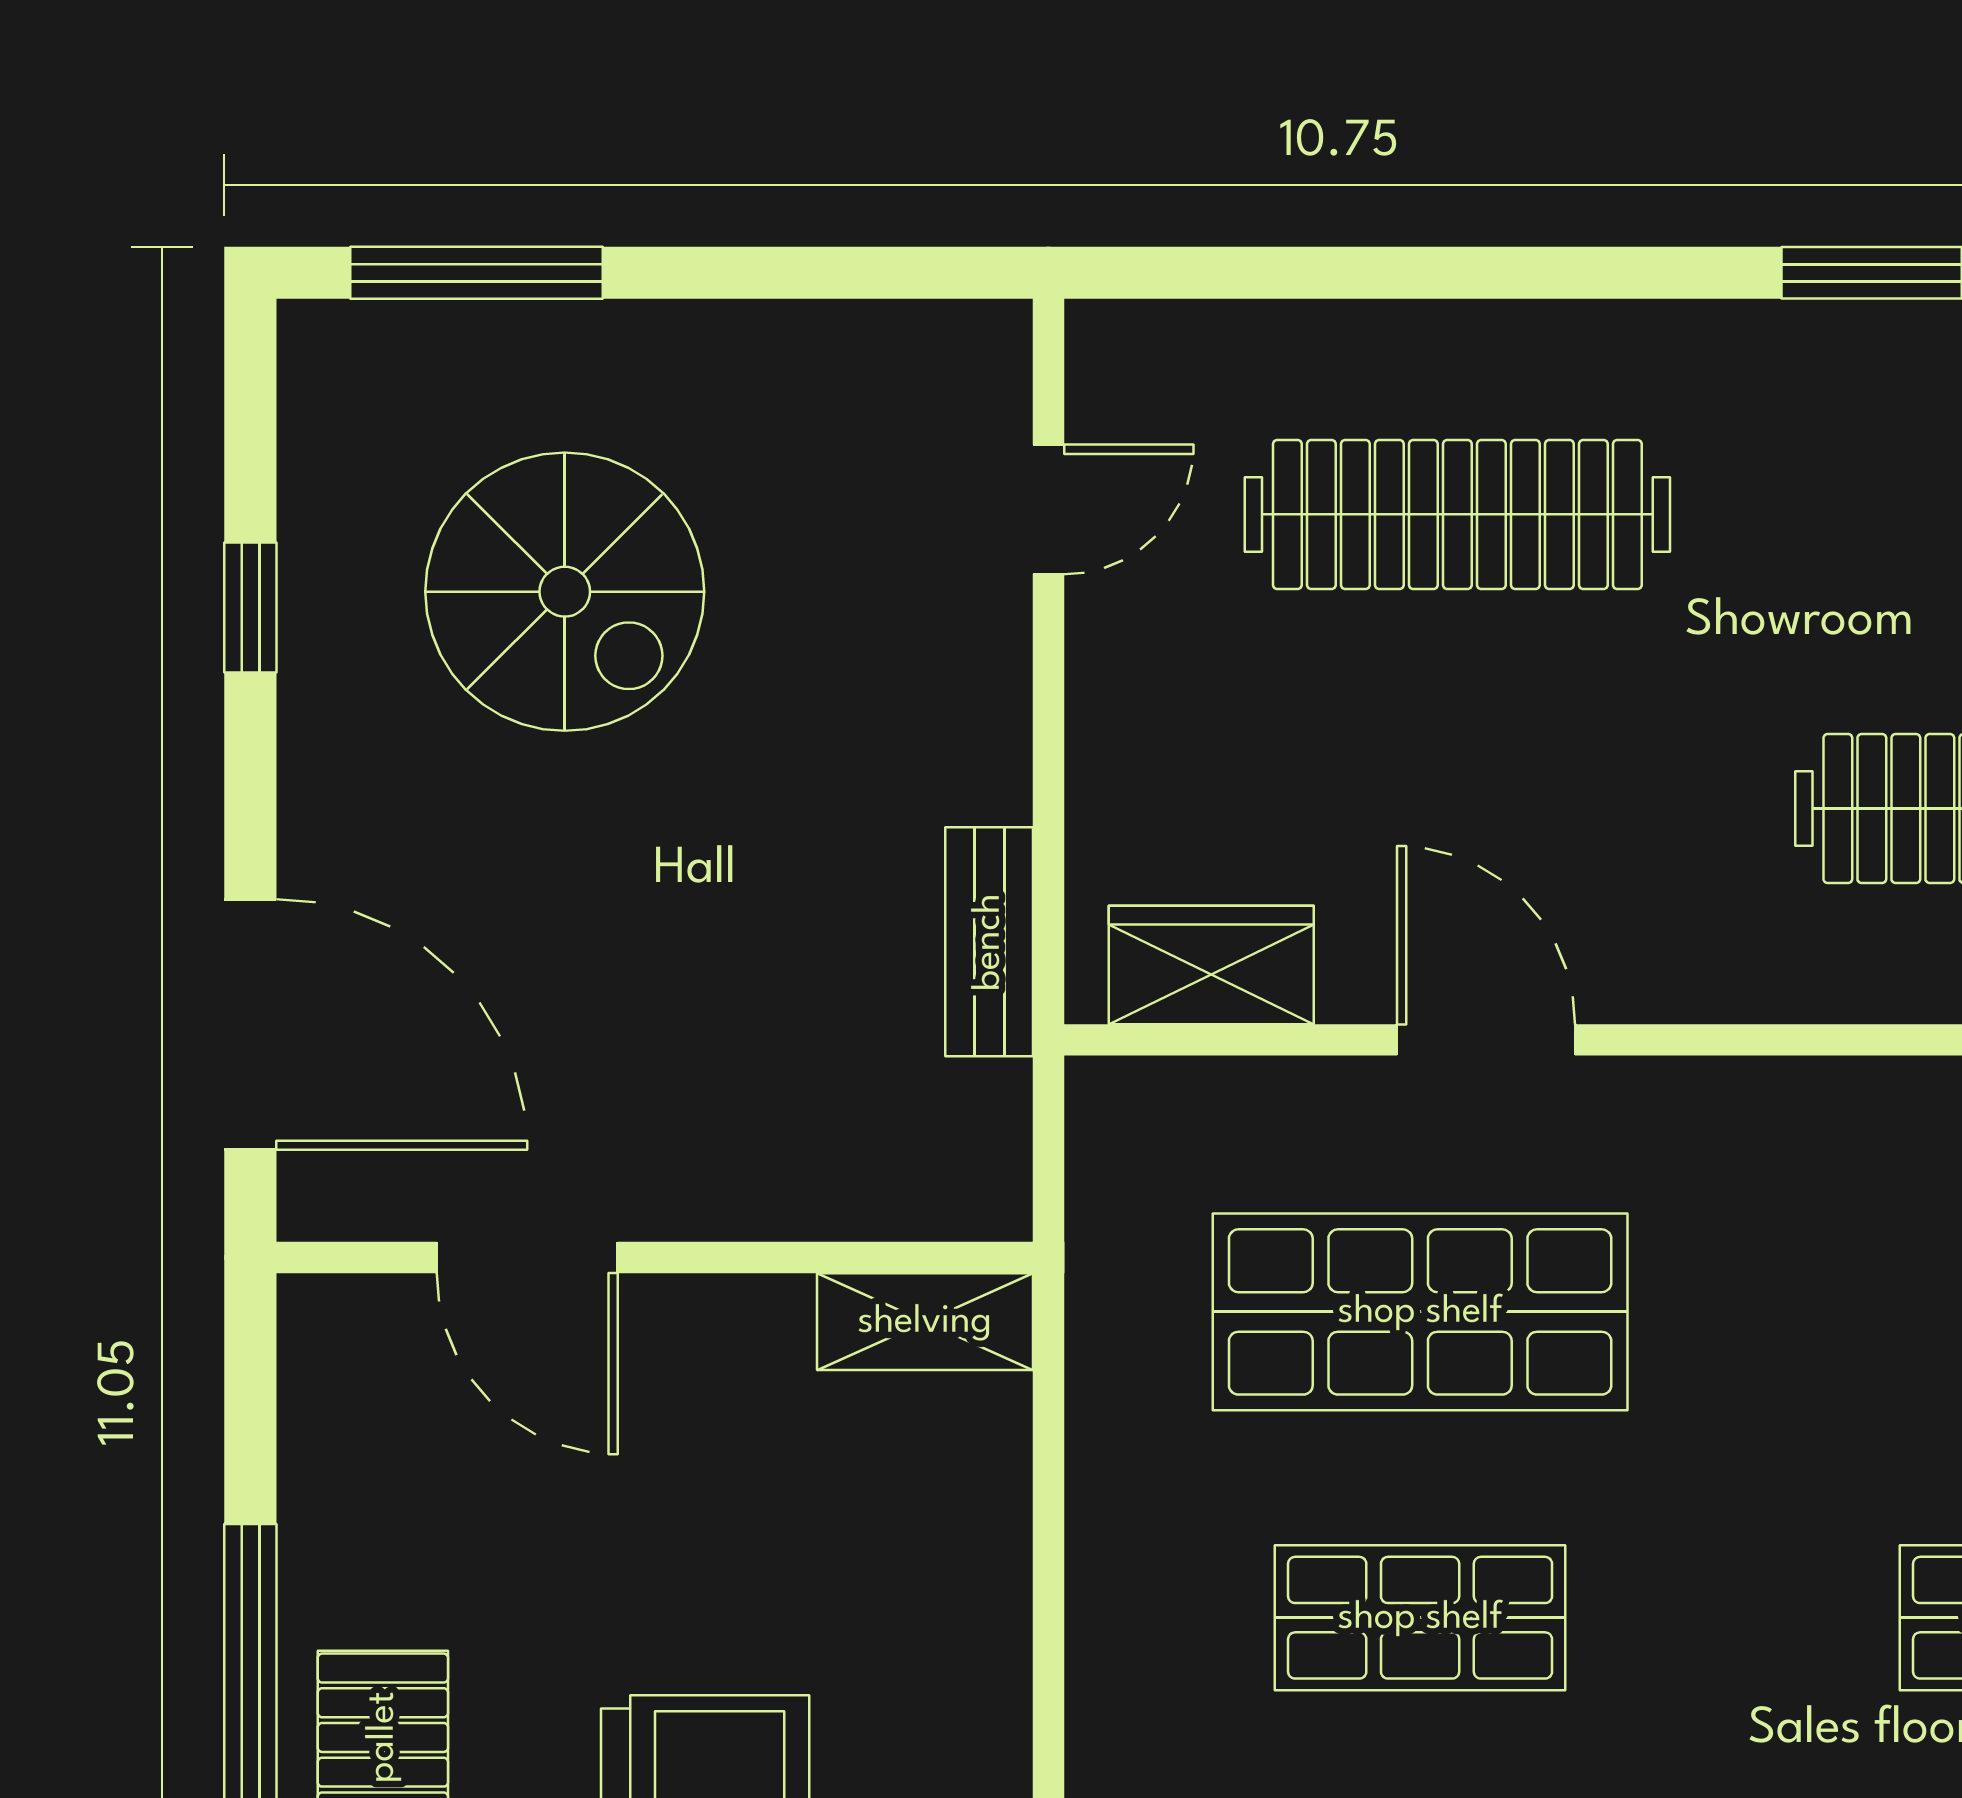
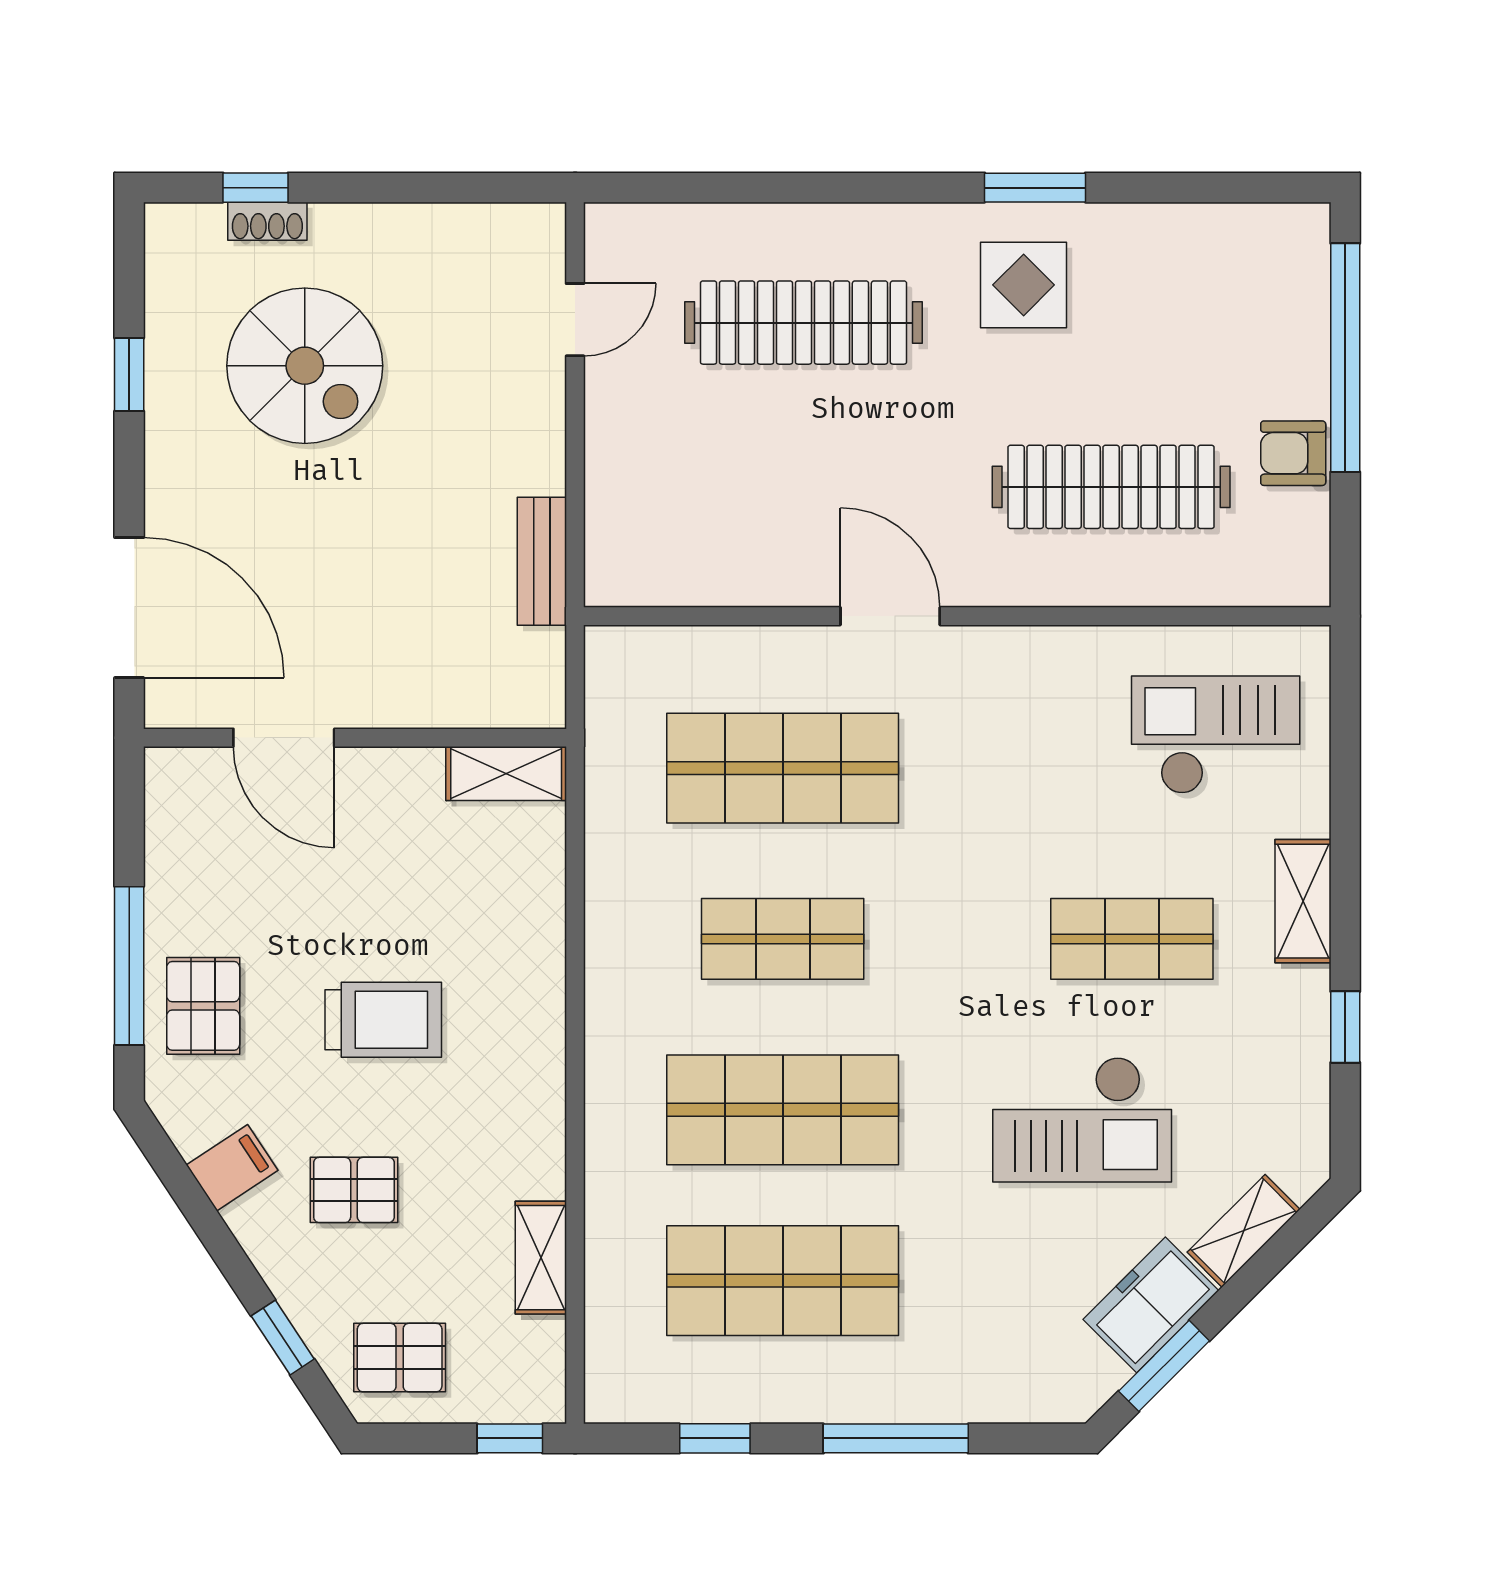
window: (477, 273) -> (256, 188), width x0.46
shoe rack: (498, 333) -> (267, 221), added
display table: (1851, 447) -> (1024, 285), added
wardrobe: (1211, 965) -> (666, 574), removed
door: (1486, 1040) -> (890, 616), moved

